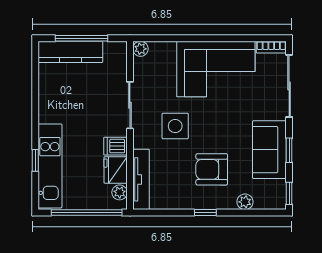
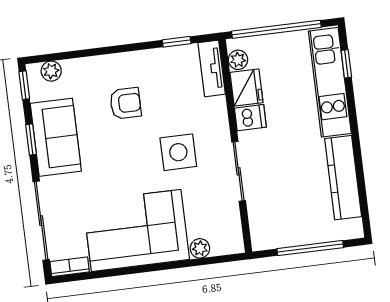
plant: (140, 49) -> (200, 248), moved
kitchen counter: (70, 52) -> (343, 178), moved, turned -90
window: (35, 160) -> (346, 64), moved
armchair: (212, 169) -> (125, 103), width x0.72, depth x0.72
tv unit: (141, 179) -> (212, 68), width x0.71
plant: (245, 202) -> (51, 71), moved
window: (205, 213) -> (177, 42), moved

